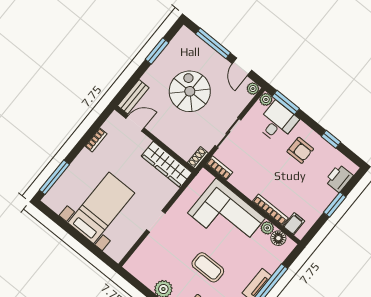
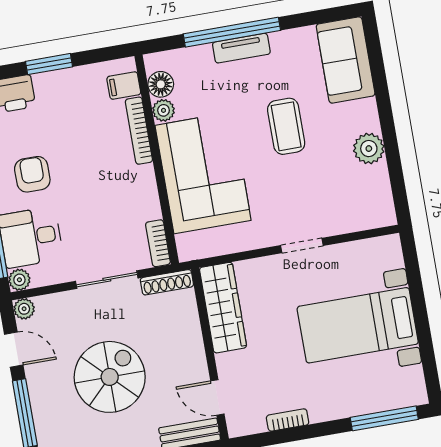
door: (242, 67) -> (14, 350), hinge flipped
spiral stairs: (190, 91) -> (110, 377), turned 180
shoe rack: (198, 158) -> (167, 282), width x1.43

